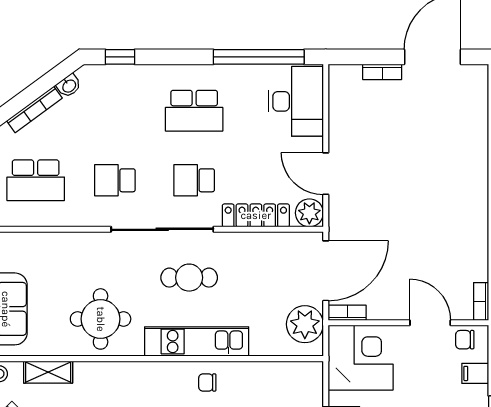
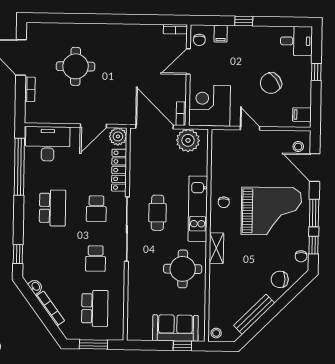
round table: (420, 144) -> (76, 66), added
shelving: (48, 372) -> (216, 248), moved

